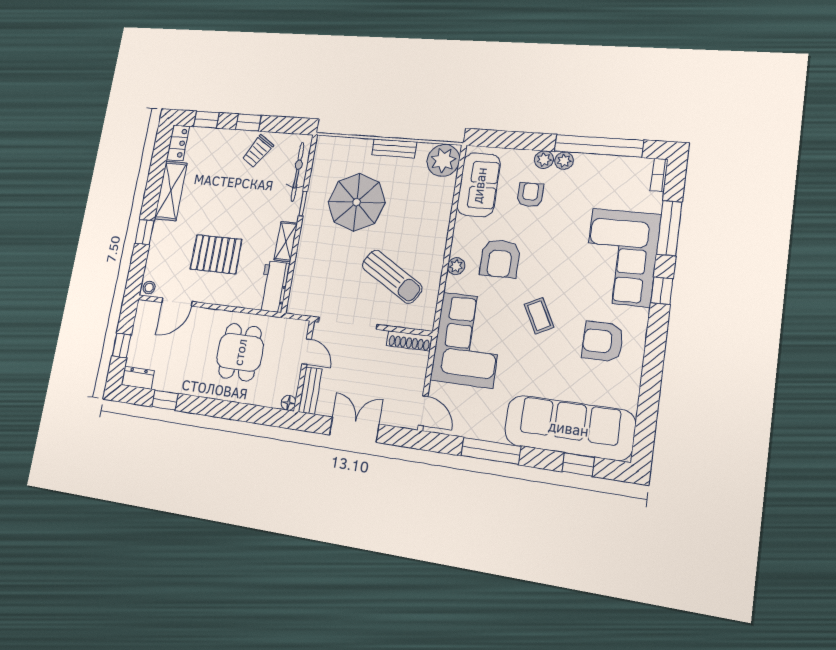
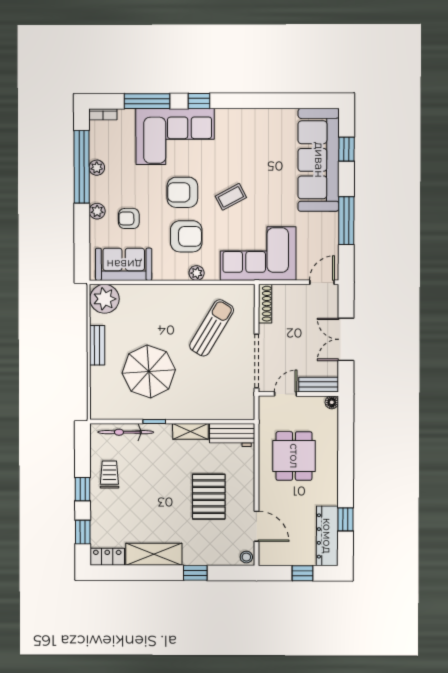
trolley: (258, 151) -> (109, 474), turned -123
plant: (564, 161) -> (97, 168), moved
armchair: (603, 341) -> (182, 192), moved, turned 90
dining table: (240, 352) -> (294, 456), turned 90
dresser: (138, 378) -> (327, 536), width x1.96, depth x1.24

